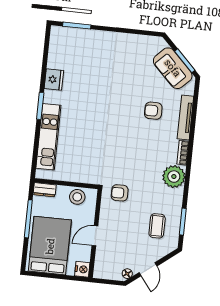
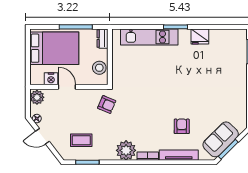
armchair: (120, 193) -> (107, 104), turned 113
nightstand: (82, 269) -> (51, 79), moved
plant: (103, 271) -> (37, 97), added

